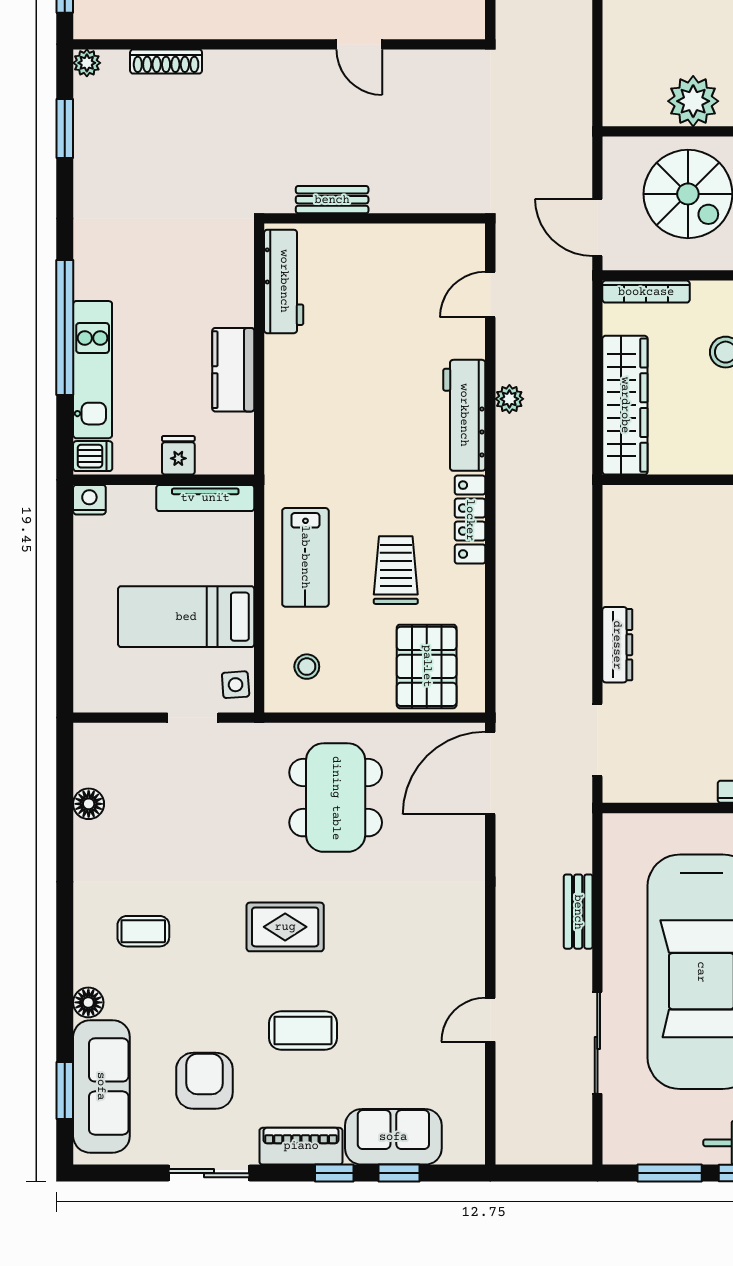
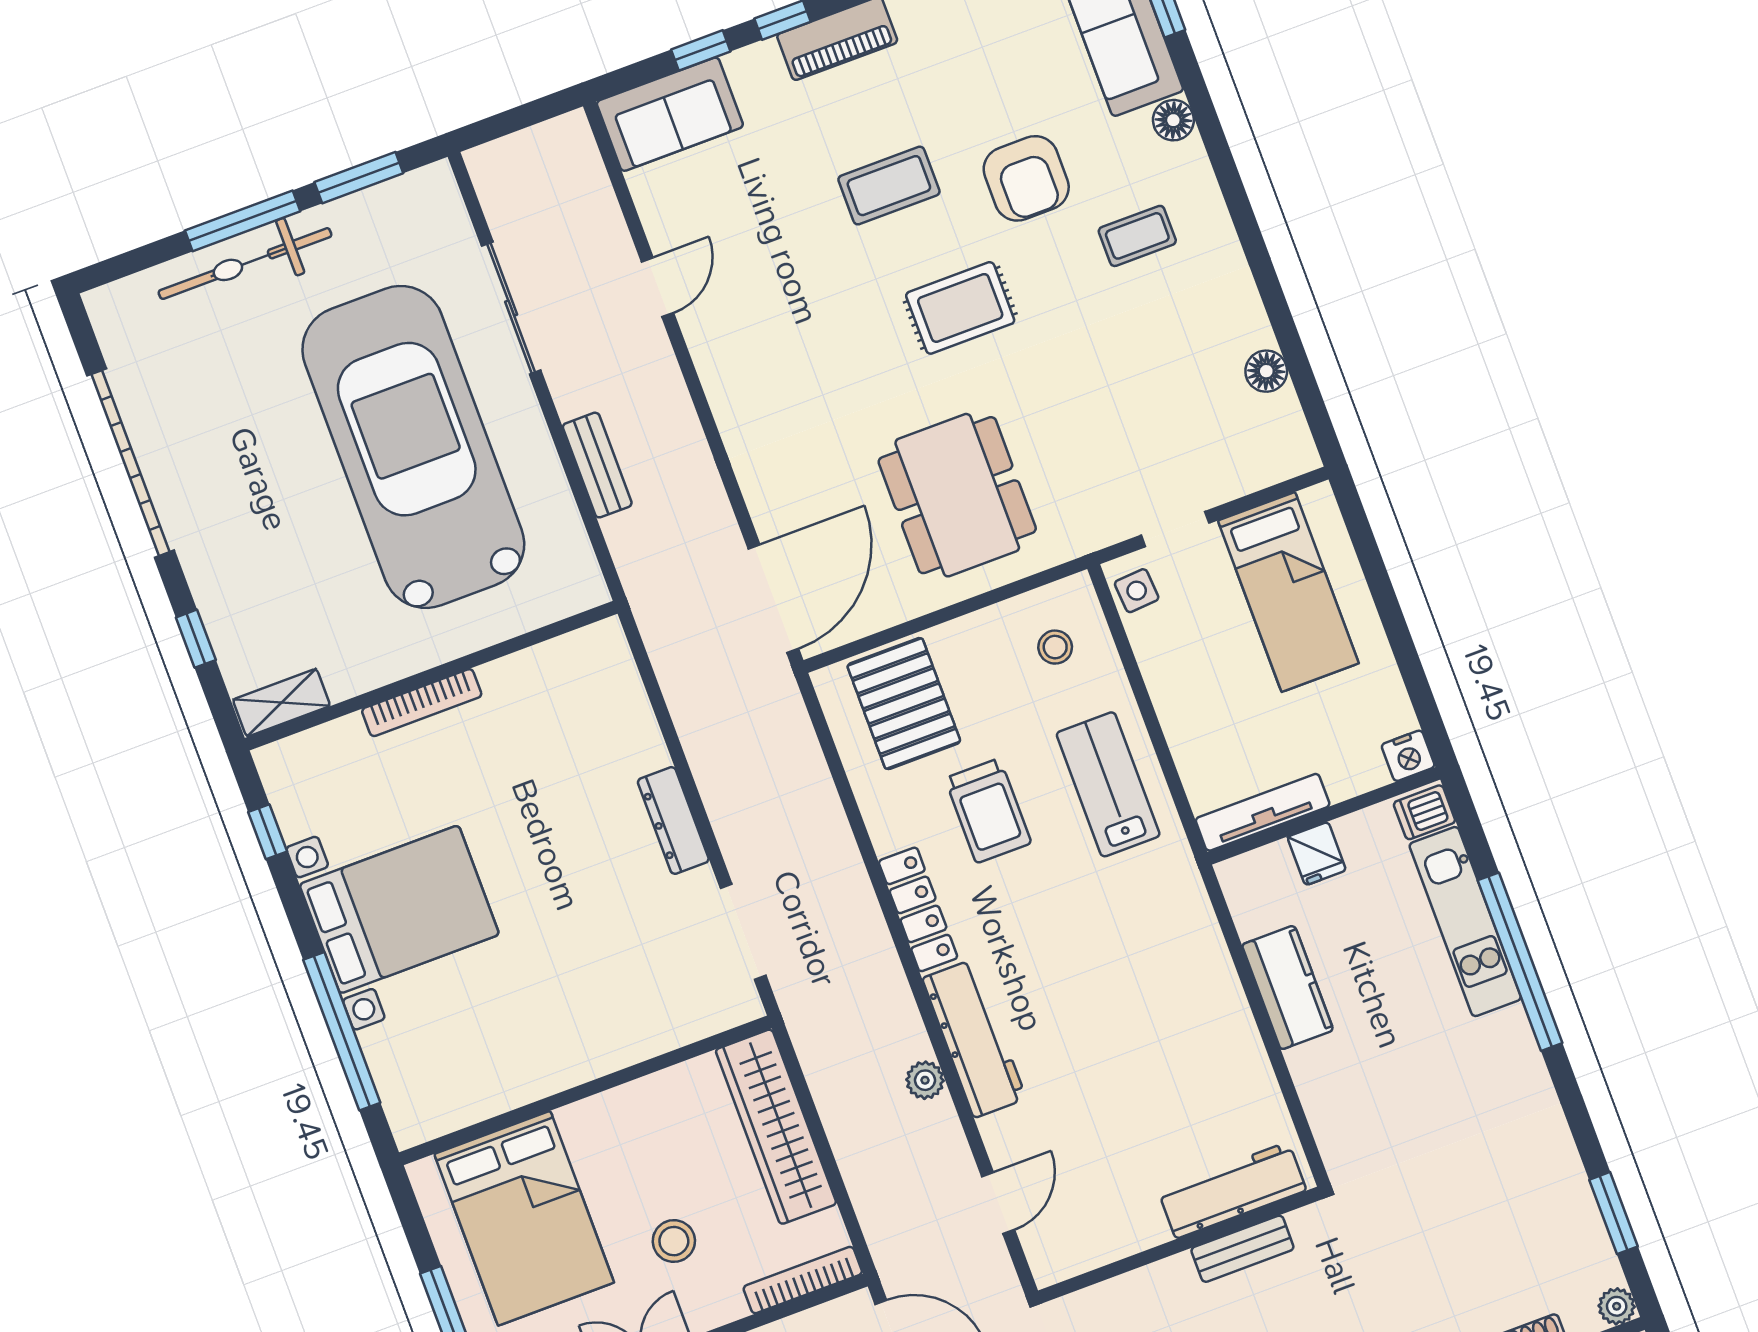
workbench: (284, 281) -> (1232, 1190), moved, turned 90
bed: (186, 617) -> (1288, 592), moved, turned 90
doorway: (597, 740) -> (743, 932), moved
armchair: (204, 1081) -> (1026, 178), moved
sofa: (393, 1137) -> (670, 114), moved

